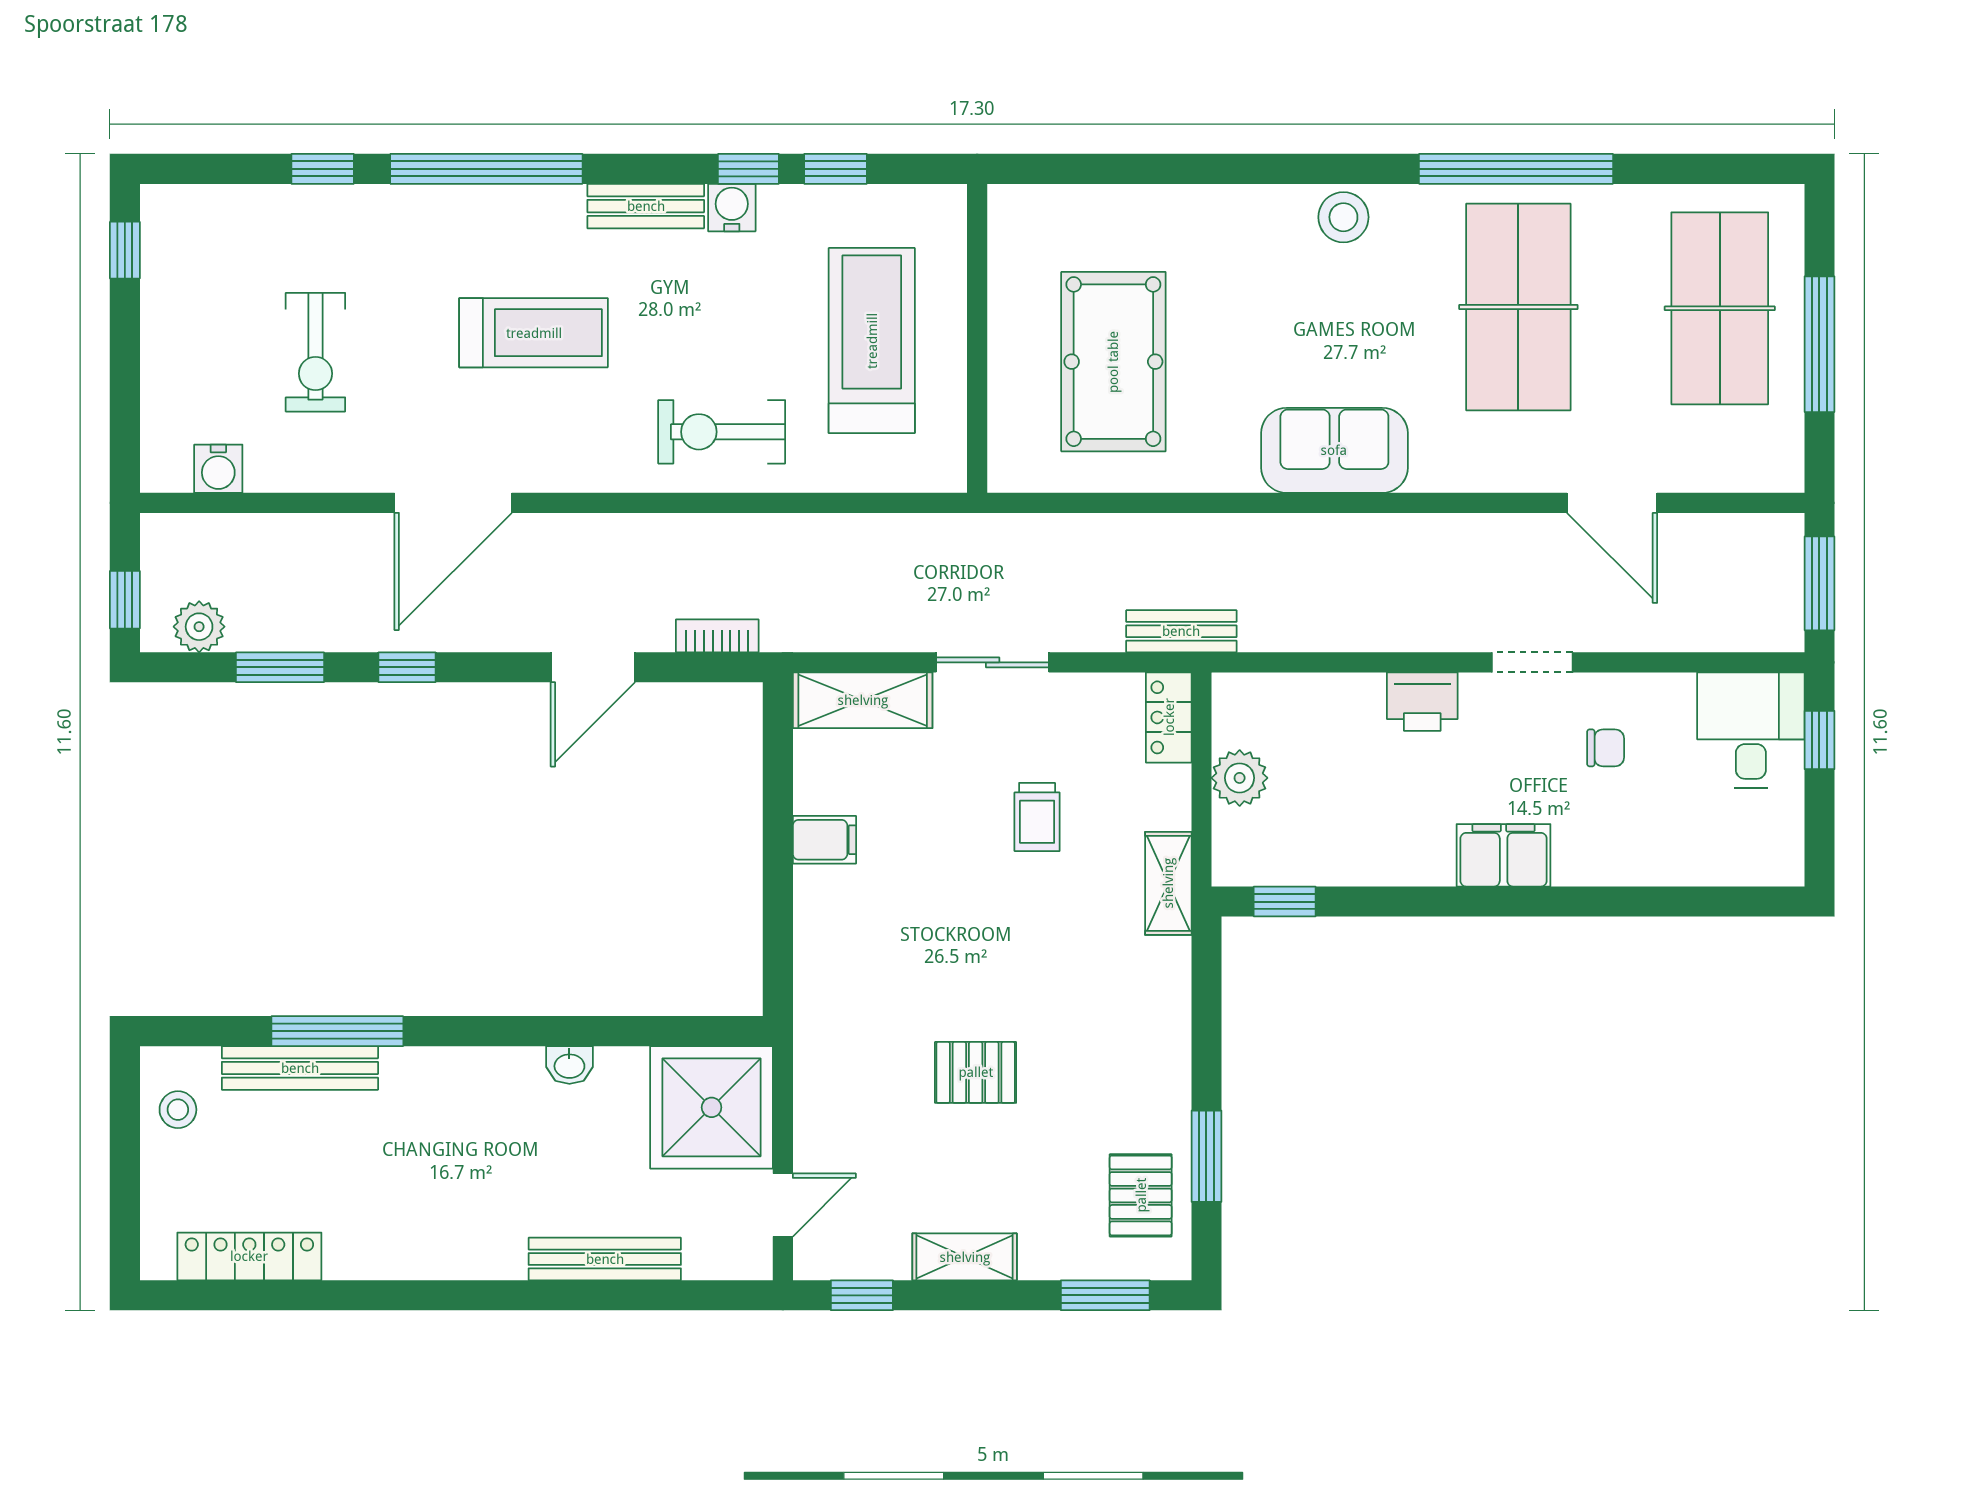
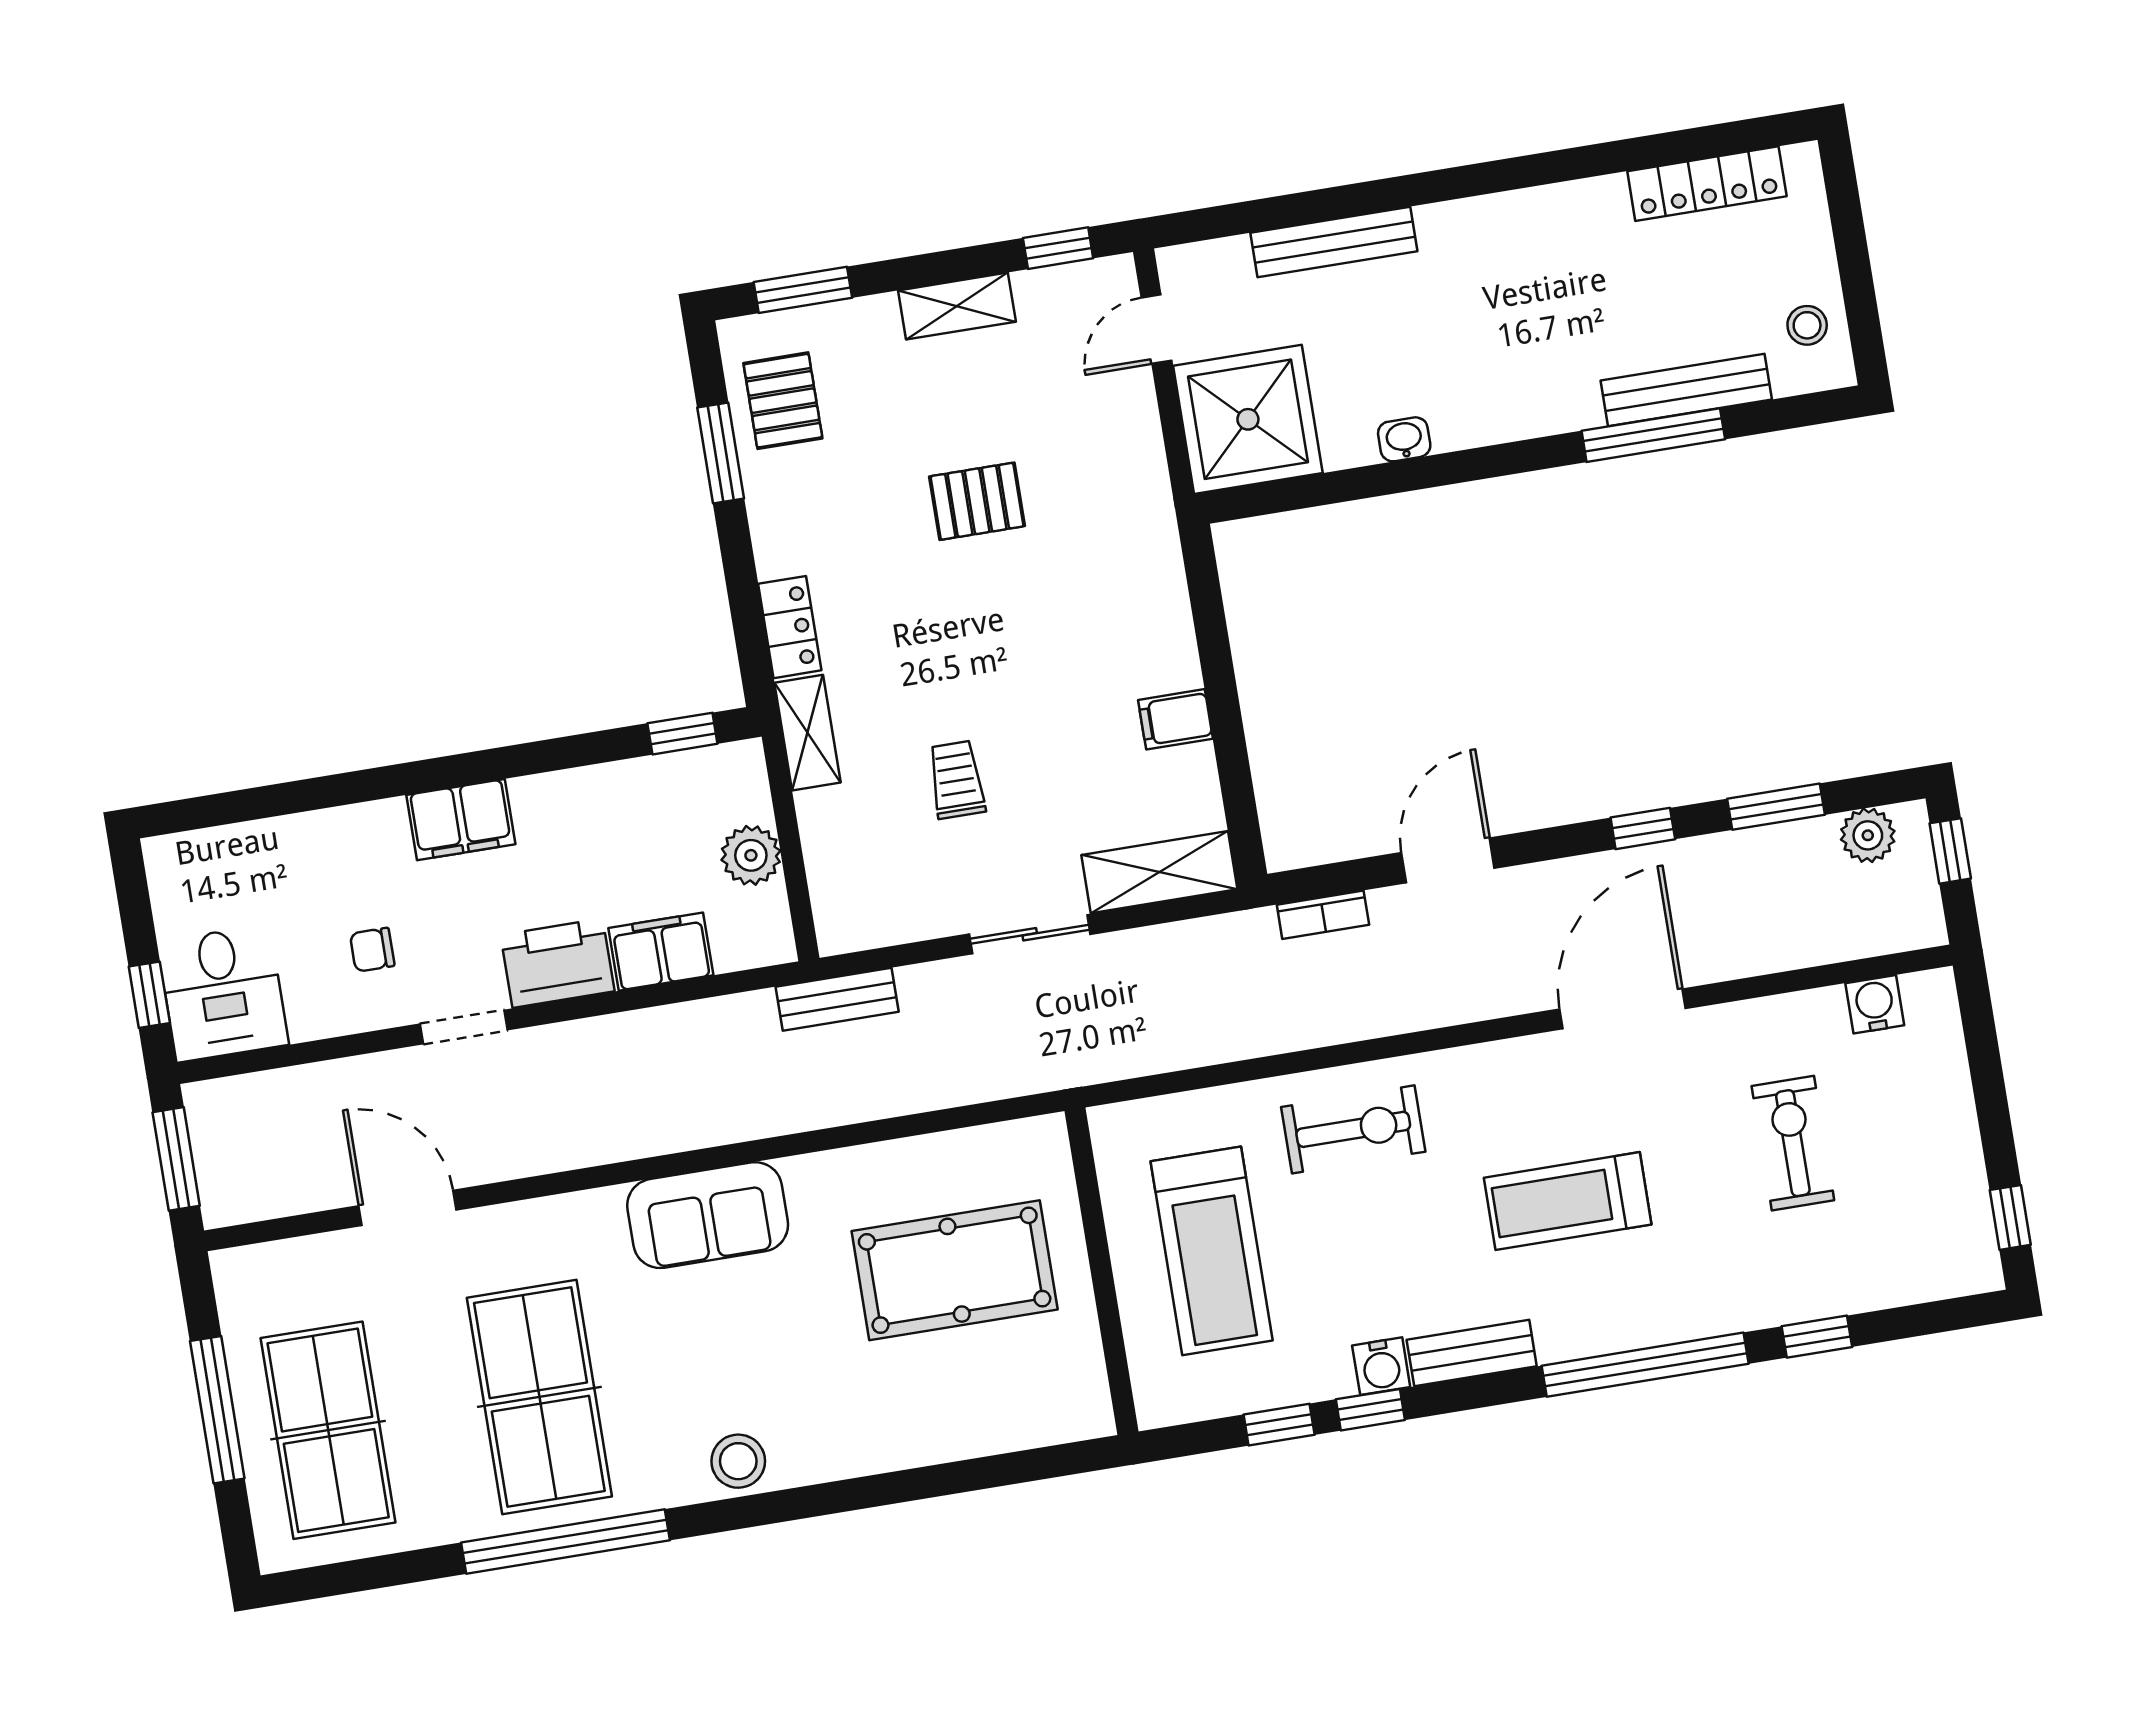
pool table: (1113, 362) -> (955, 1270), turned 90
filing cabinet: (1338, 702) -> (661, 952), added
printer: (1422, 702) -> (558, 963), width x1.37, depth x1.19
locker: (1169, 717) -> (790, 627), moved

